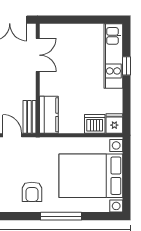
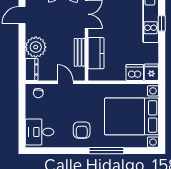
kitchen counter: (49, 115) -> (96, 53), moved
bench: (29, 117) -> (80, 52), moved

